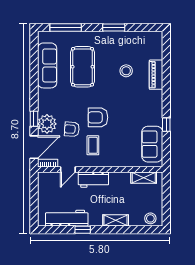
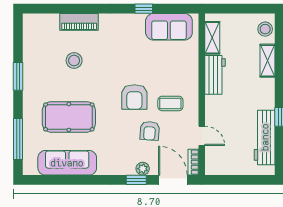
plant: (47, 124) -> (143, 169), width x0.53, depth x0.53
workbench: (93, 180) -> (215, 75), moved
shelving: (116, 220) -> (268, 61), moved

